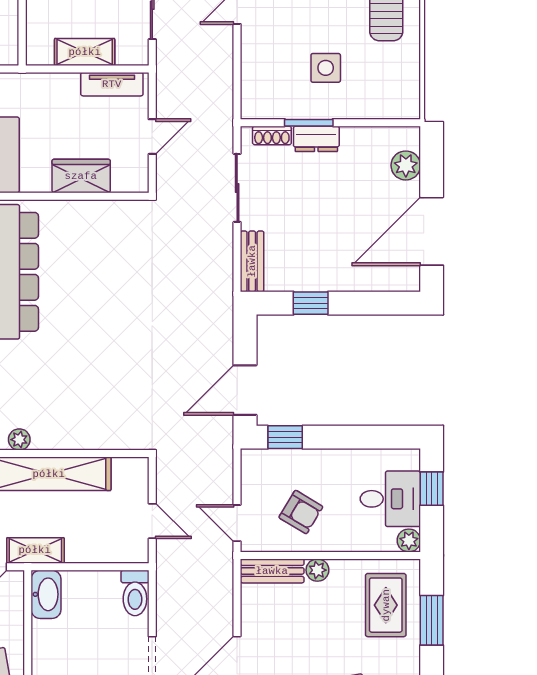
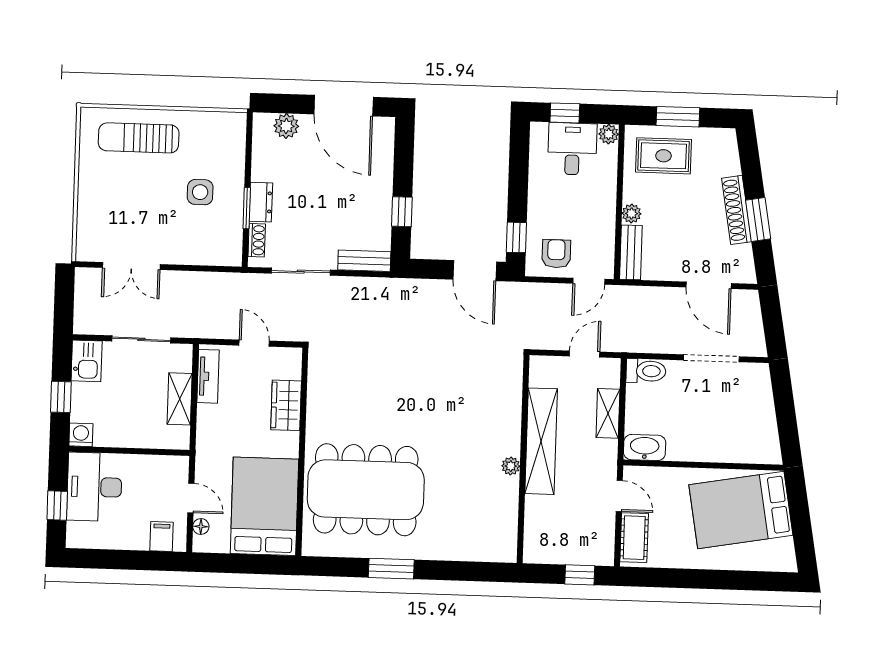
armchair: (301, 512) -> (556, 254), moved, turned -31
shelving: (35, 550) -> (608, 413), moved

